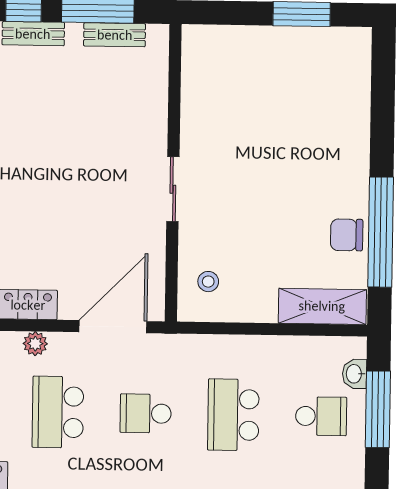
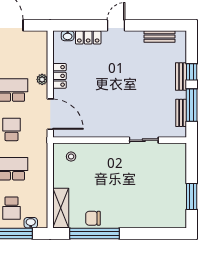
sliding door: (173, 189) -> (144, 140), moved
chair: (347, 235) -> (93, 218), turned -90

